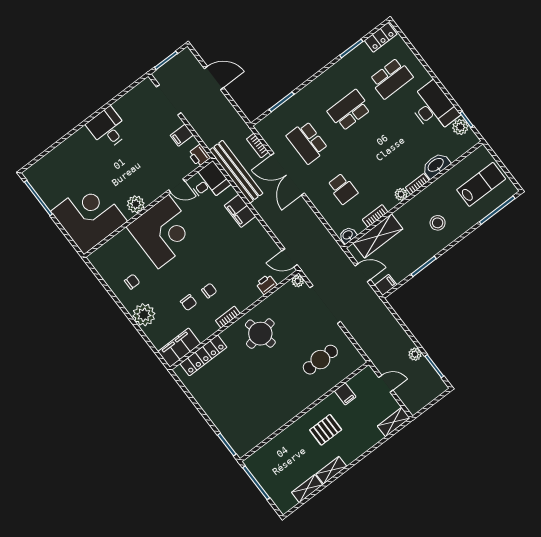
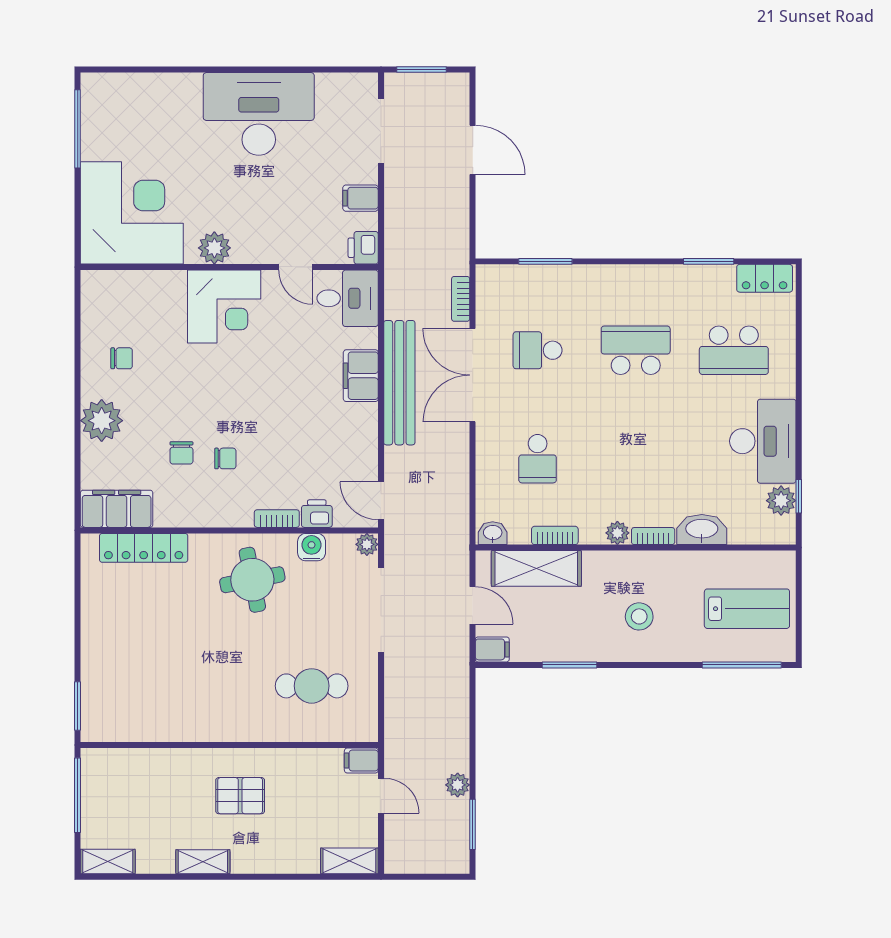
desk: (108, 128) -> (259, 114), width x1.87, depth x1.30
school desk: (307, 142) -> (538, 350), width x0.54
bench: (236, 172) -> (399, 383), moved
corner desk: (163, 232) -> (224, 307), width x0.74, depth x0.74
water cooler: (275, 300) -> (312, 547), added
bookcase: (228, 317) -> (277, 519), moved
filing cabinet: (345, 394) -> (361, 761), moved, turned 90
shelving: (307, 489) -> (108, 862), moved

